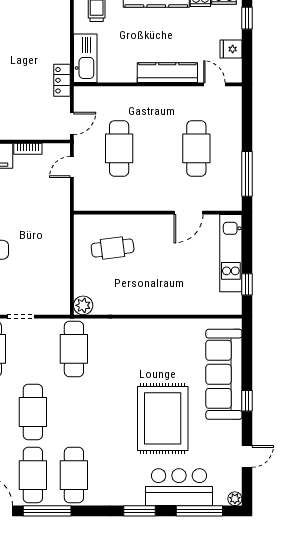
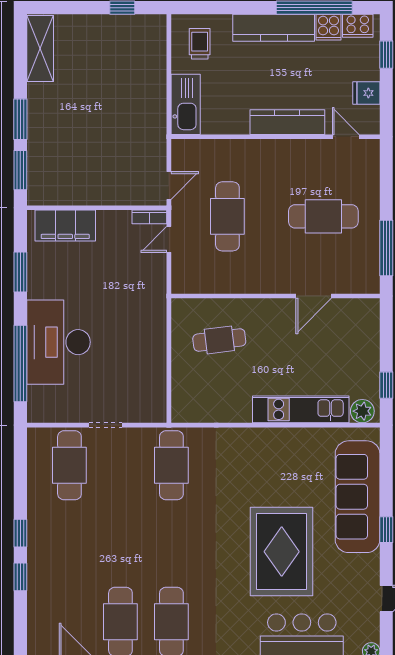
locker: (62, 80) -> (157, 132), removed
cafe table: (196, 148) -> (323, 216), turned 90
bookcase: (28, 149) -> (149, 217), moved
kitchen unit: (231, 253) -> (301, 409), moved, turned 90
plant: (83, 305) -> (362, 411), moved
cafe table: (33, 412) -> (120, 544), removed

